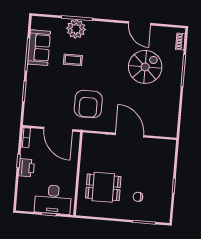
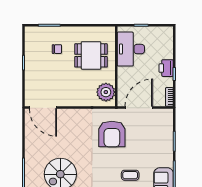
armchair: (88, 104) -> (112, 134), turned 180
door: (58, 129) -> (139, 108), hinge flipped
door: (130, 135) -> (43, 108), moved
plant: (91, 148) -> (106, 92), added
desk: (53, 199) -> (131, 49), moved, turned -90

